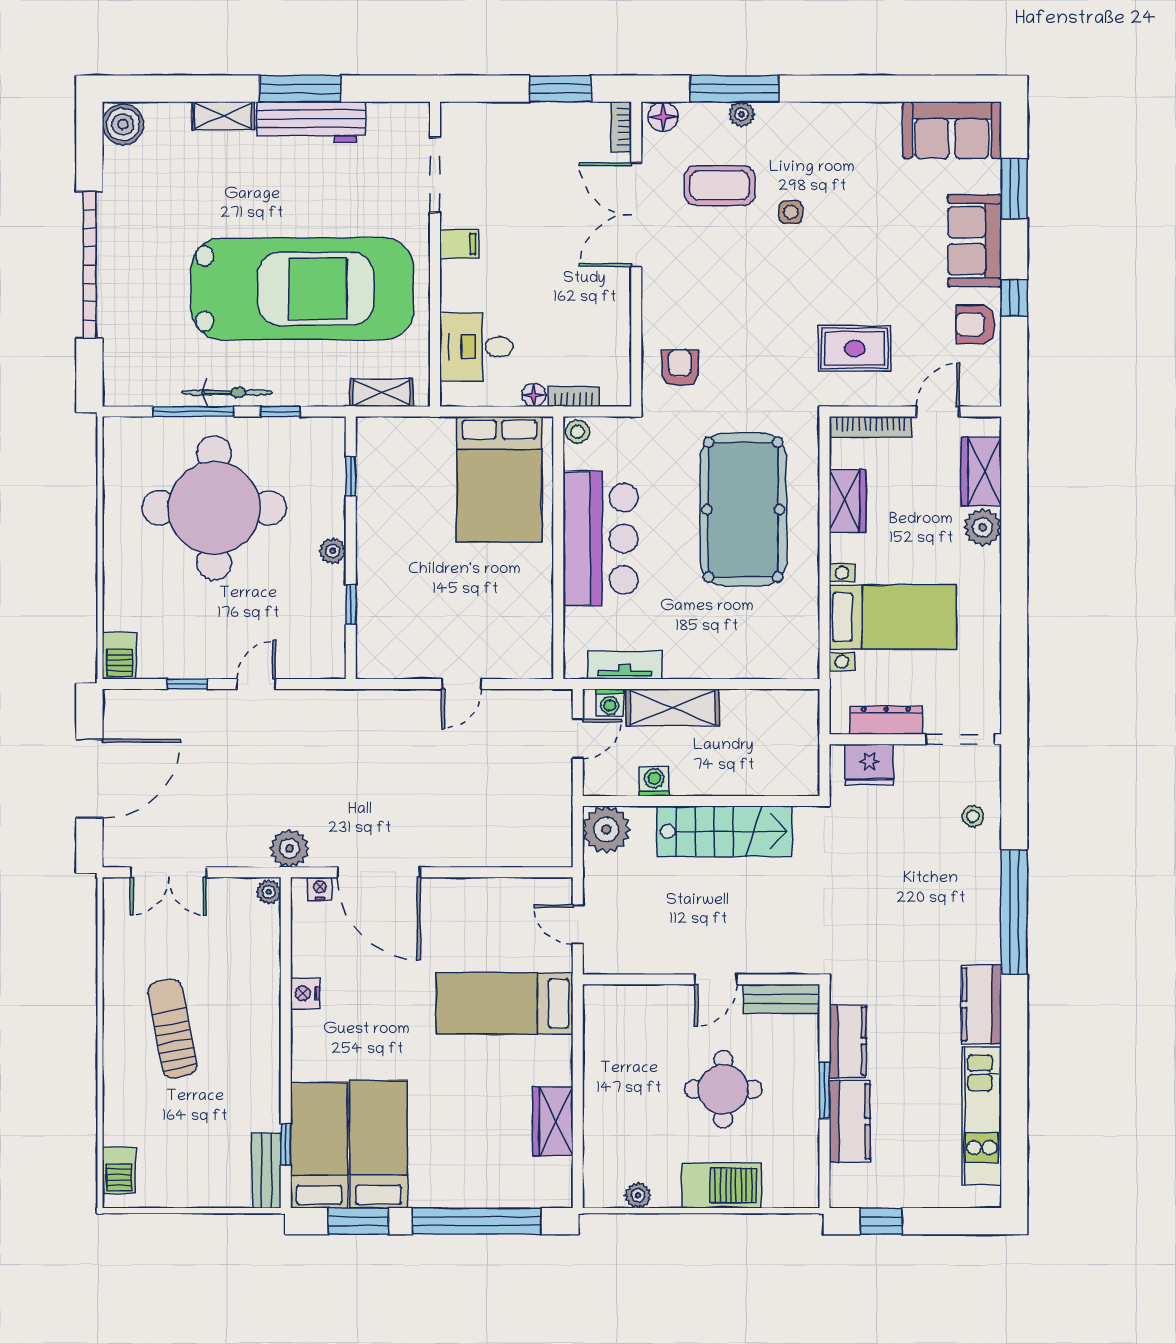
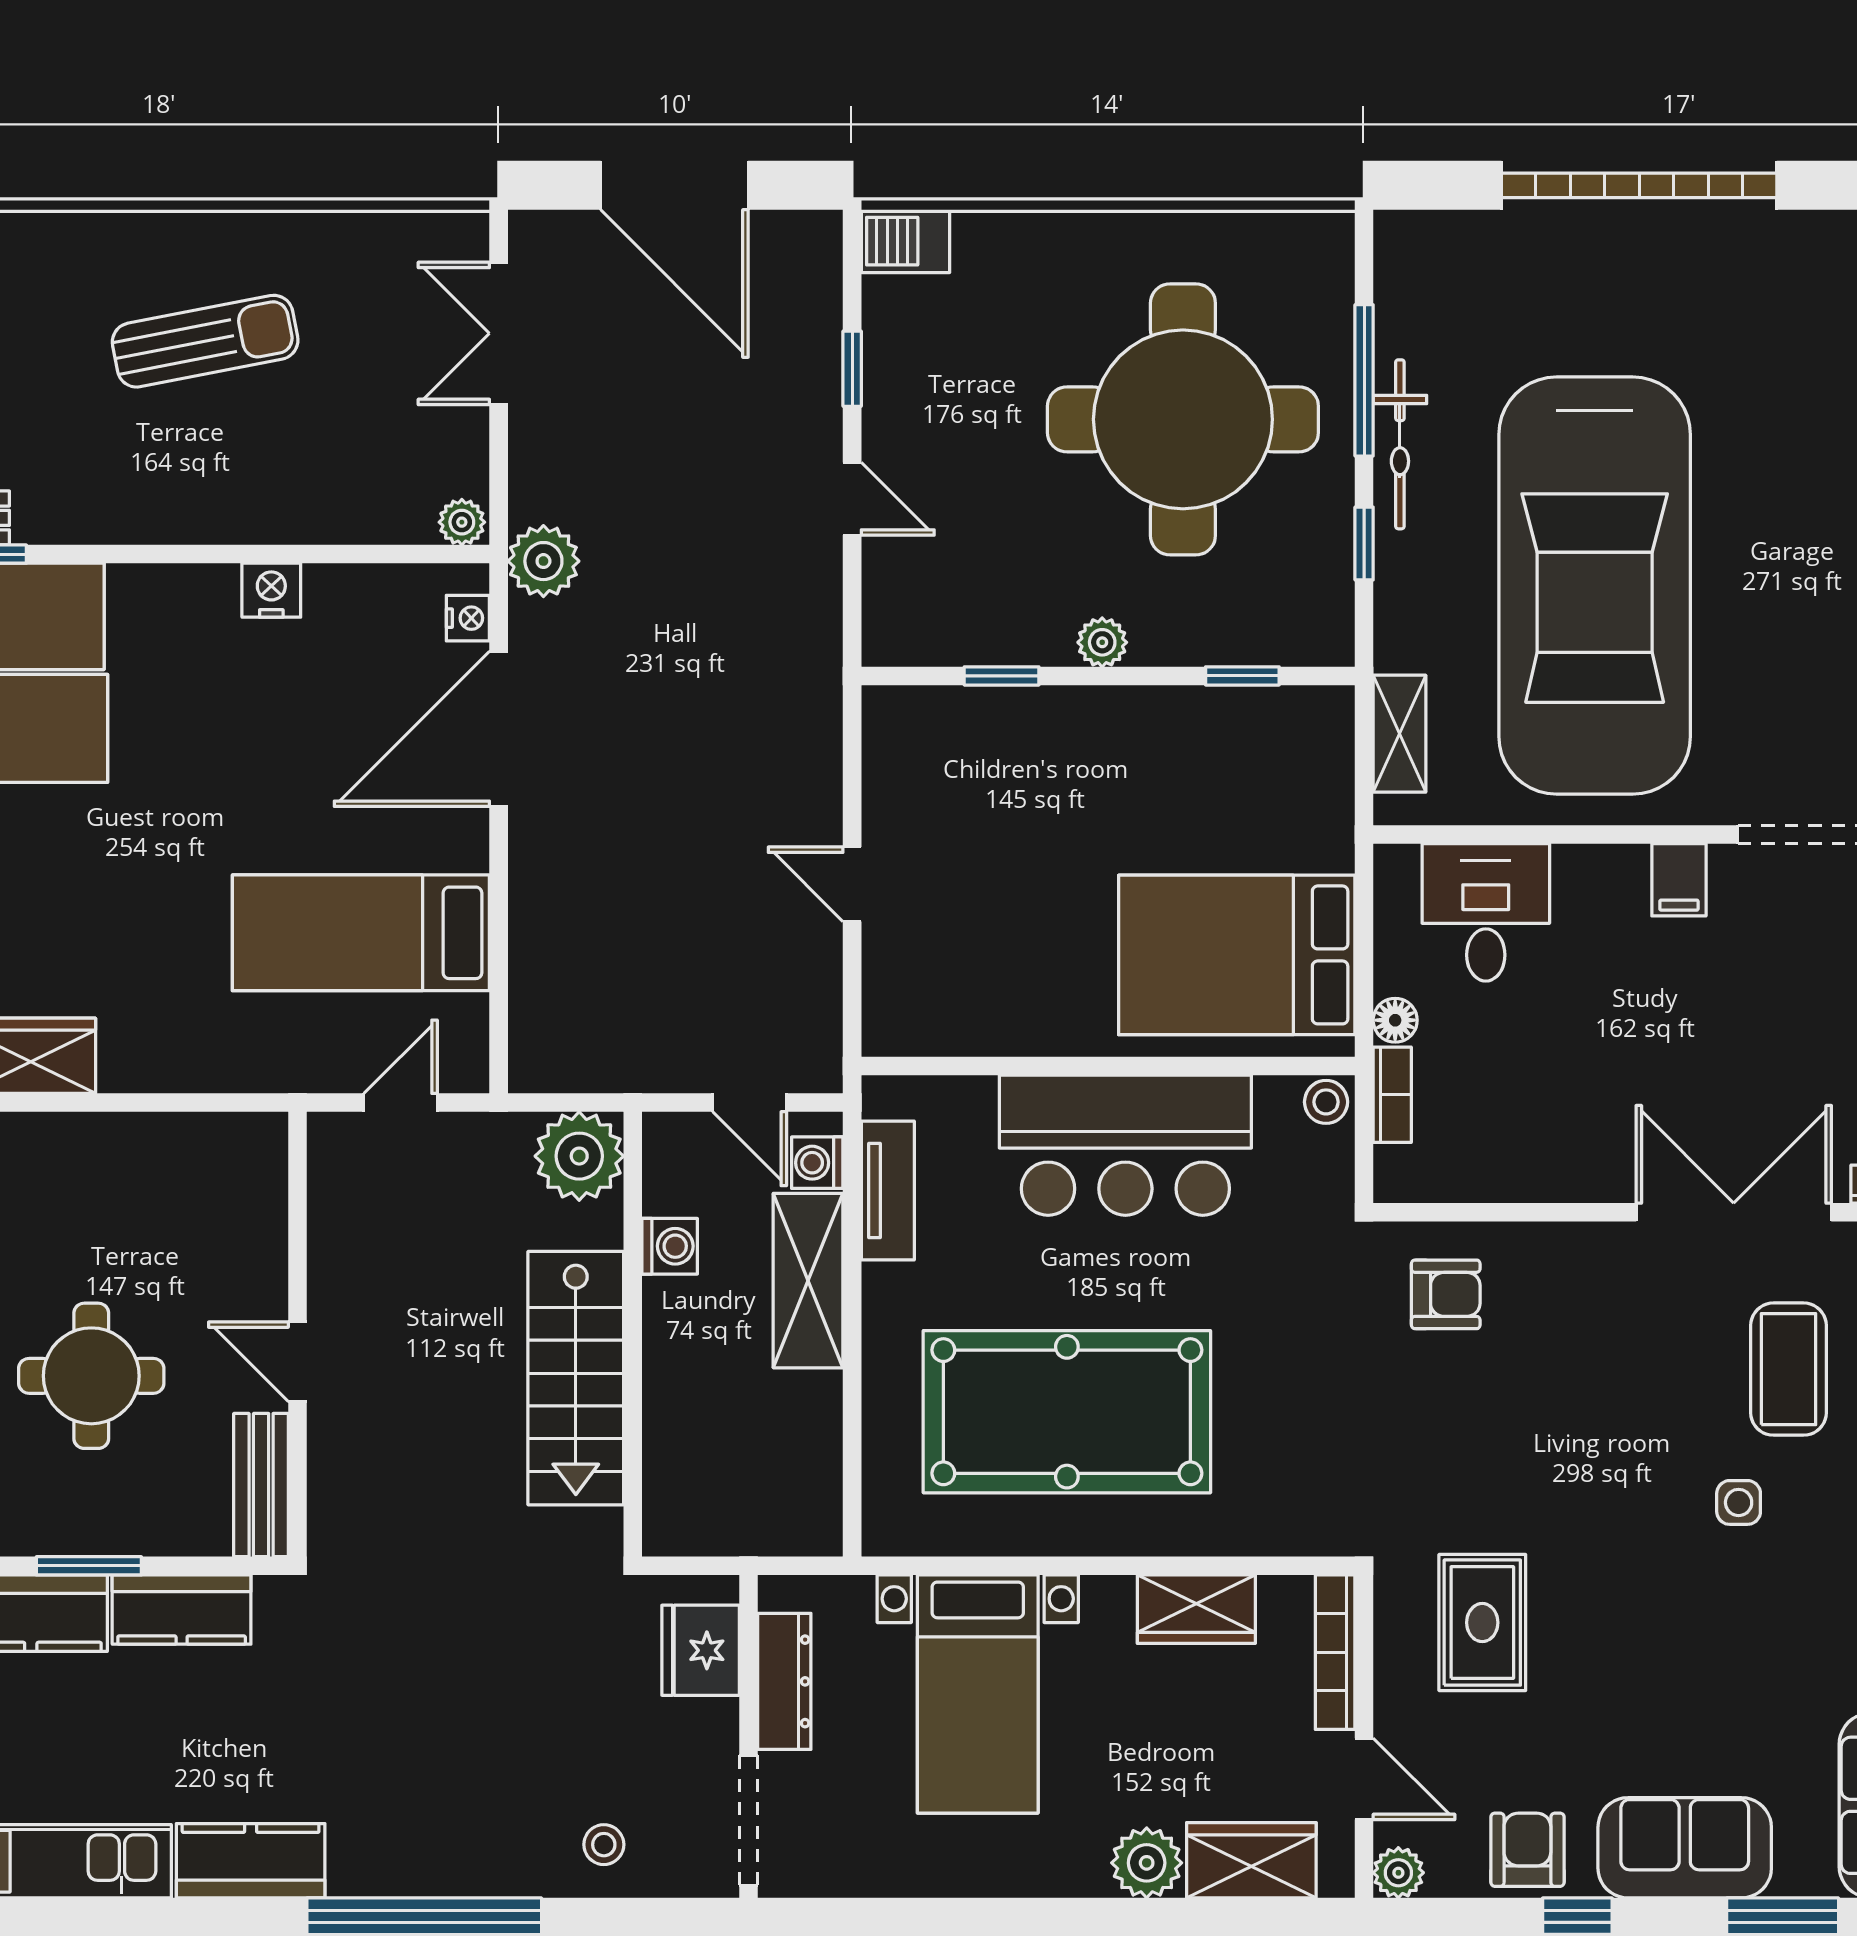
plant: (988, 393) -> (1398, 1873), added
pool table: (743, 510) -> (1067, 1412), moved
bed: (504, 1003) -> (361, 933), moved, turned -90

